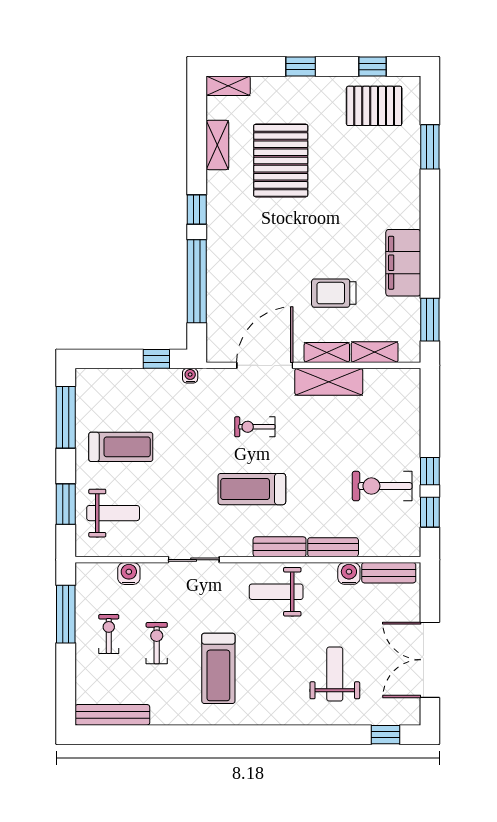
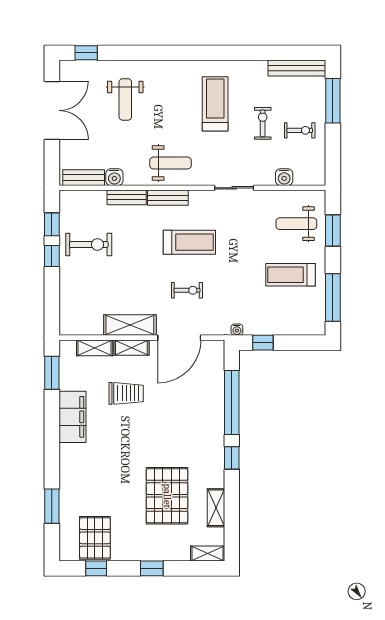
pallet: (374, 106) -> (95, 538), turned 90
window: (66, 614) -> (333, 101), moved
exercise bike: (109, 634) -> (300, 130), turned -90
exercise bike: (157, 643) -> (263, 123), turned 180

